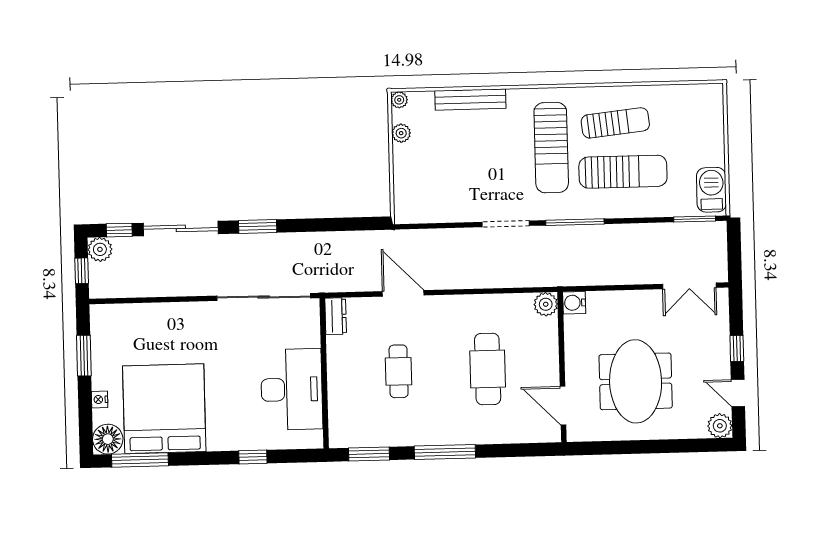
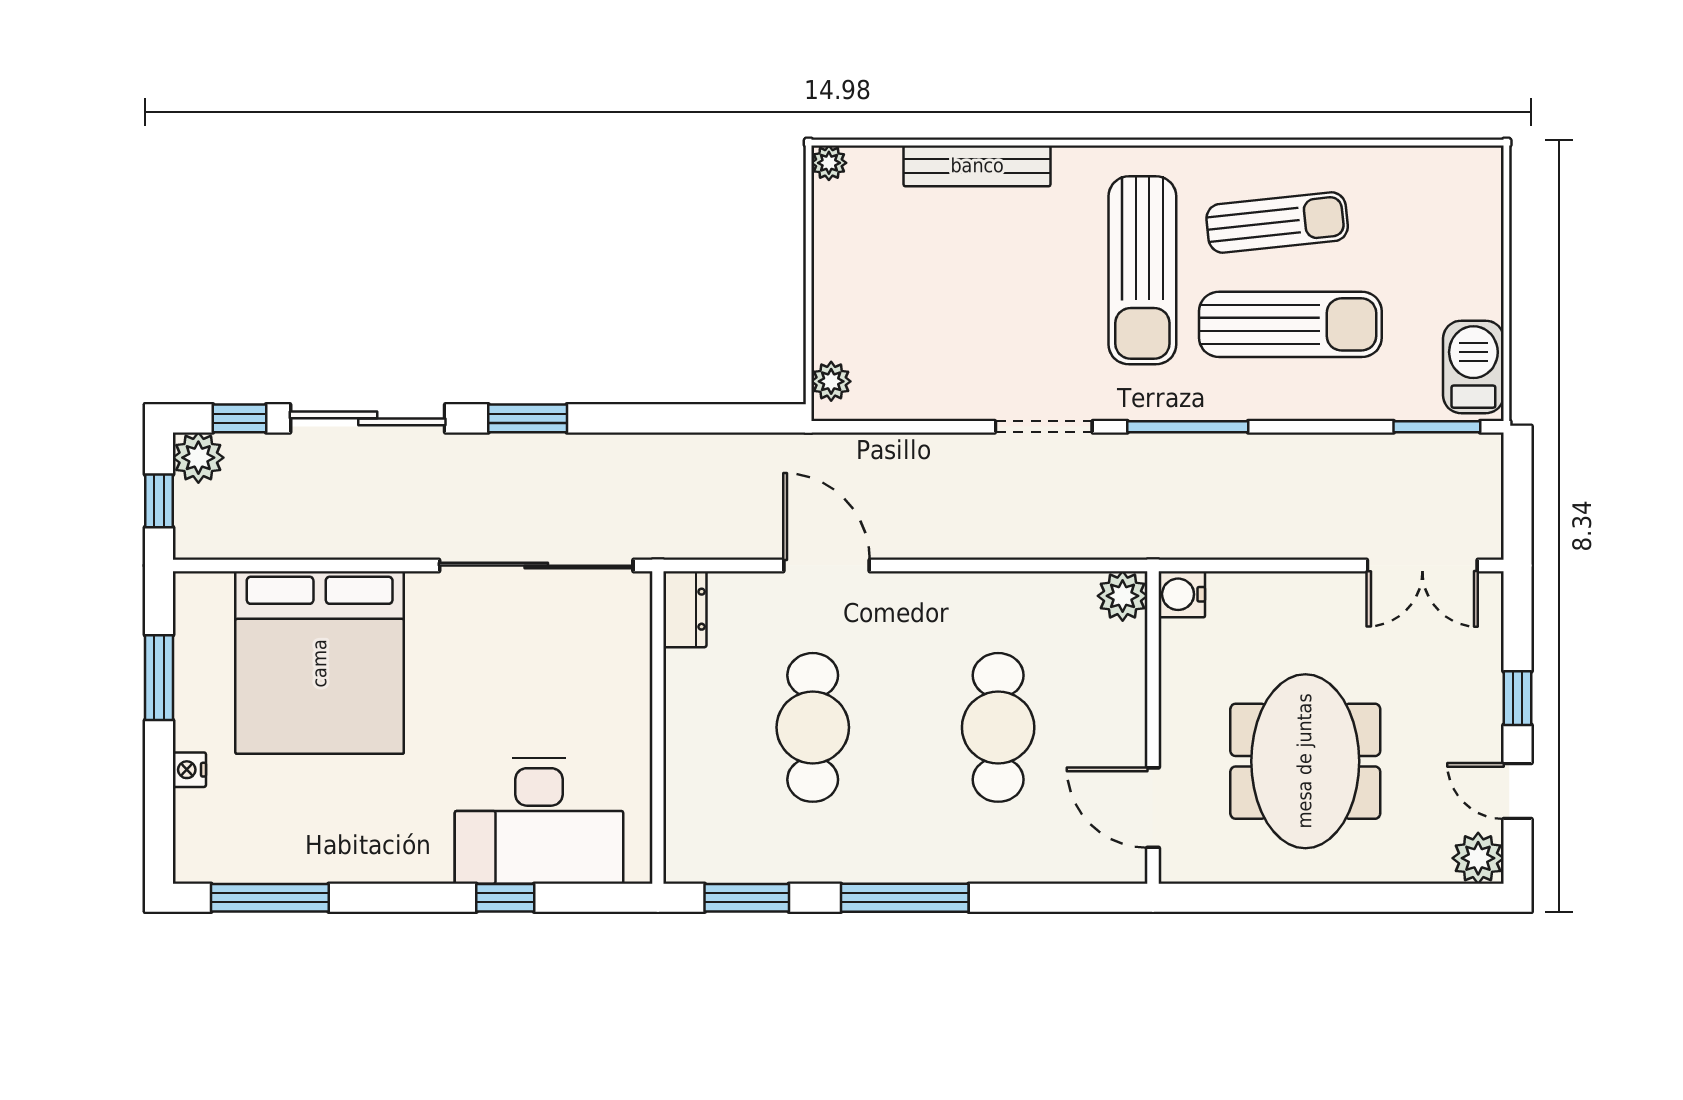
plant: (401, 133) -> (831, 381), moved
cafe table: (399, 371) -> (813, 727), width x1.37, depth x1.35
desk: (292, 389) -> (539, 821), moved, turned 90
bed: (164, 409) -> (320, 663), moved, turned 180
floor lamp: (108, 439) -> (204, 853), removed

